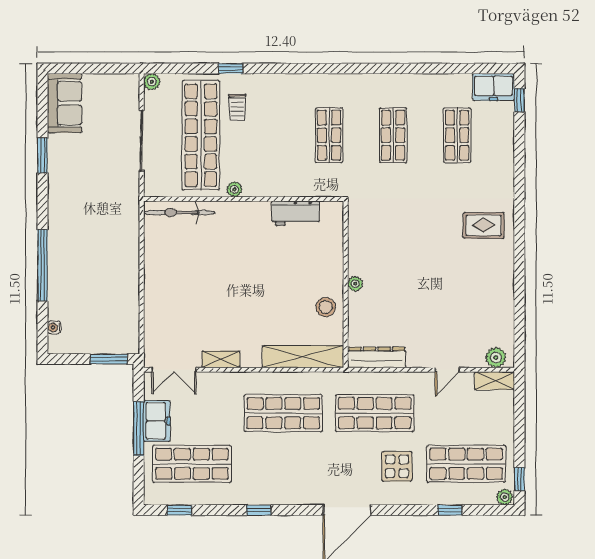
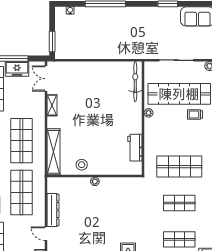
shop shelf: (329, 135) -> (179, 167), width x1.43, depth x1.36
dresser: (377, 357) -> (53, 210), moved

